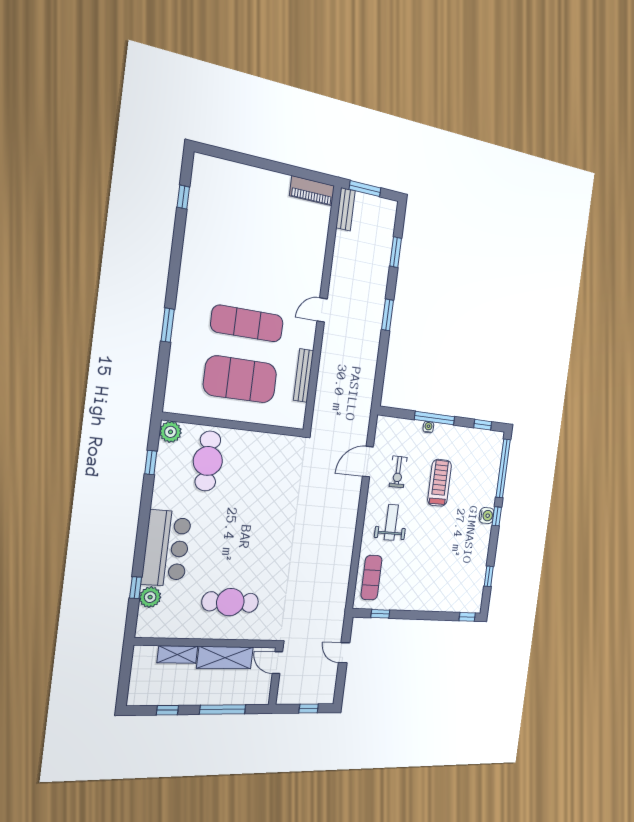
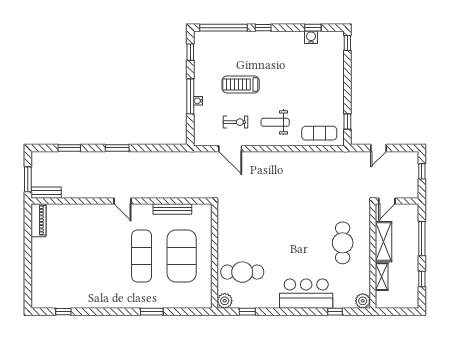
water cooler: (487, 516) -> (311, 37), moved
plant: (150, 597) -> (363, 301), moved

